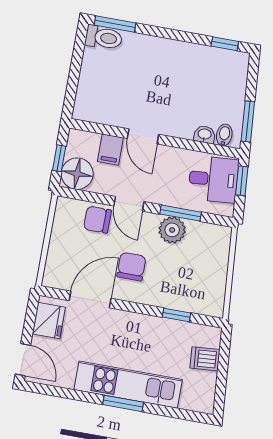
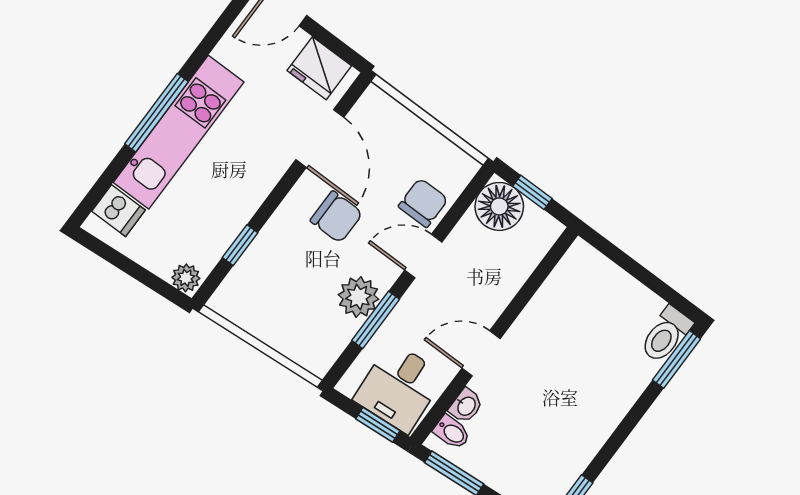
door: (143, 136) -> (481, 353), moved
filing cabinet: (110, 149) -> (509, 268), removed
plant: (212, 337) -> (186, 278), added
dishwasher: (205, 359) -> (119, 211), moved, turned 94
window: (123, 403) -> (156, 113), width x1.44

